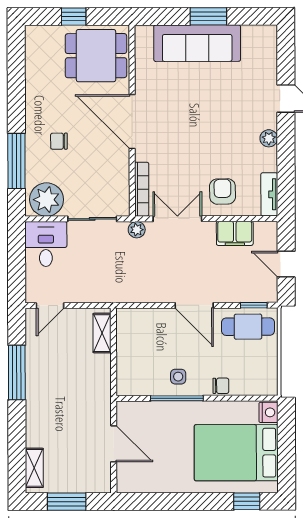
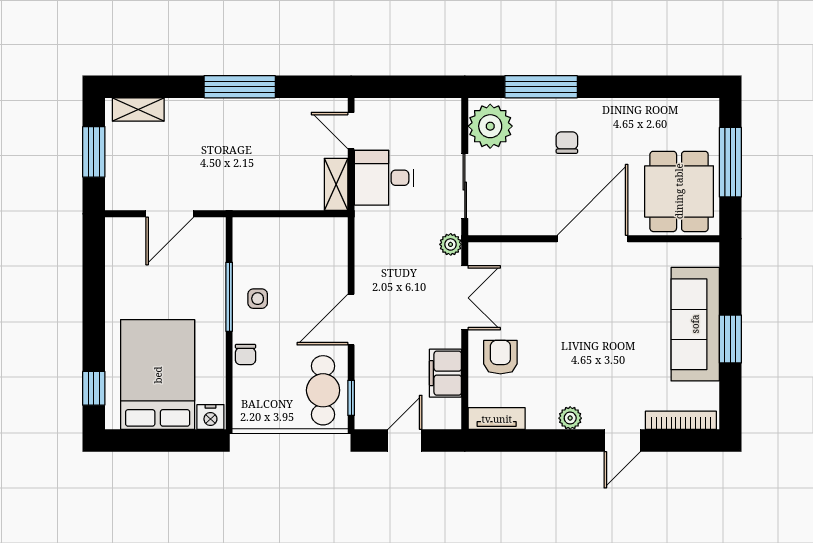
window: (74, 17) -> (730, 162), width x2.17
bookcase: (142, 189) -> (681, 420), moved, turned 180
armchair: (222, 192) -> (500, 357), turned -89
desk: (46, 244) -> (384, 178), moved, turned 180
shelving: (102, 333) -> (336, 184), moved, turned 90
window: (17, 372) -> (240, 87), moved

